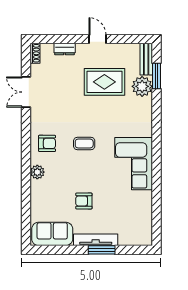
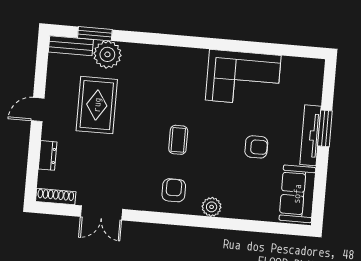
shoe rack: (35, 53) -> (56, 197), width x1.43
corner sofa: (134, 164) -> (243, 78), moved
armchair: (84, 201) -> (256, 147), turned -90

